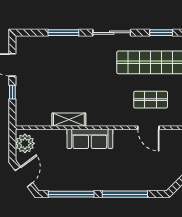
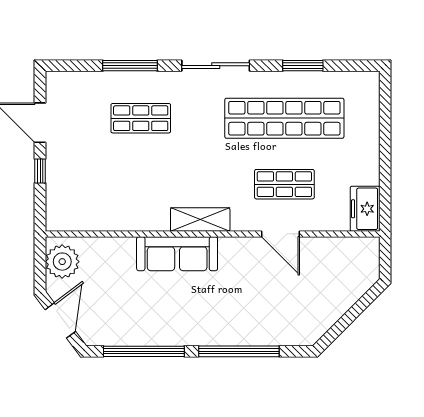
shop shelf: (69, 62) -> (141, 118), added
shelving: (69, 120) -> (200, 220), moved

